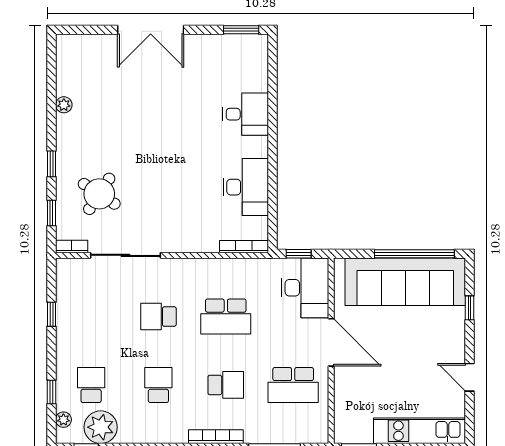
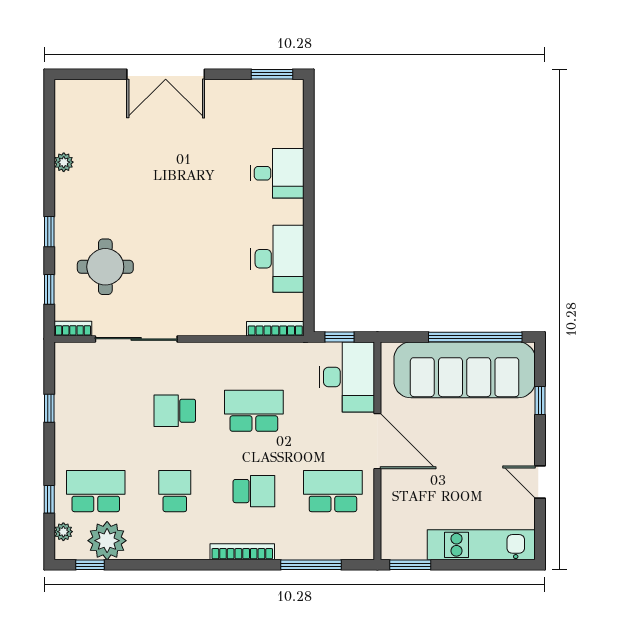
round table: (99, 194) -> (105, 267), turned -33
school desk: (226, 317) -> (254, 411), turned 180
school desk: (91, 385) -> (96, 491), width x1.85
school desk: (293, 385) -> (333, 491), turned 180

